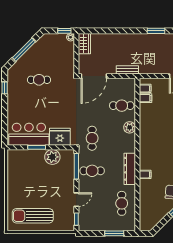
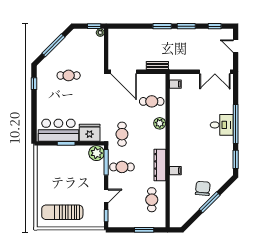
window: (132, 31) -> (162, 26), added
wardrobe: (84, 44) -> (114, 39), removed
door: (94, 76) -> (124, 72), hinge flipped
filing cabinet: (146, 98) -> (176, 94), removed
plant: (52, 157) -> (96, 153), moved

